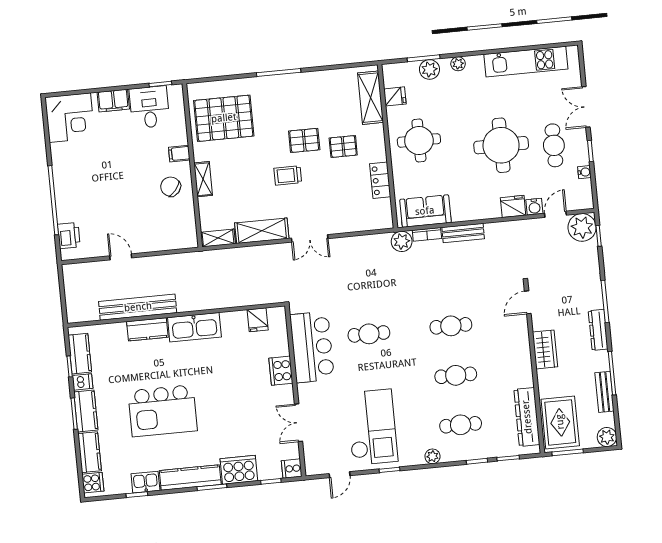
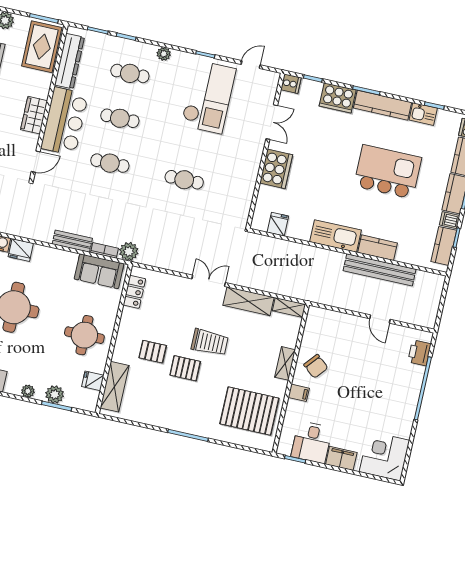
trolley: (288, 175) -> (210, 342), width x1.36, depth x1.39
locker: (380, 180) -> (134, 292), moved
bar counter: (312, 347) -> (64, 121), moved, turned 180
cooker: (281, 371) -> (276, 169), width x1.37, depth x1.31
checkout: (372, 427) -> (208, 97), turned 180

